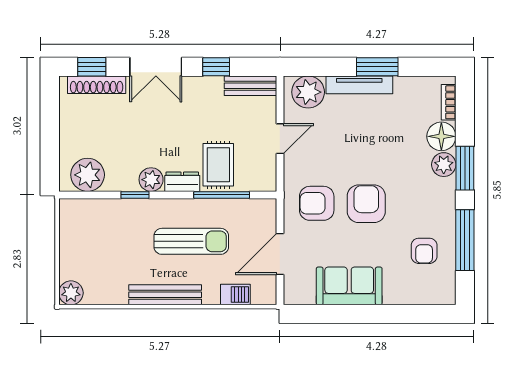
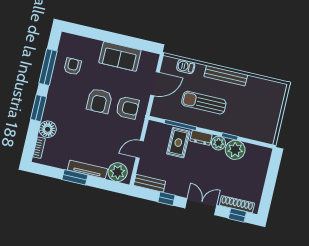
plant: (444, 165) -> (50, 113), removed
plant: (88, 175) -> (235, 150), moved
plant: (71, 293) -> (279, 89), removed

